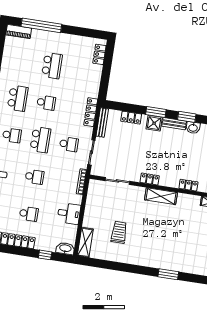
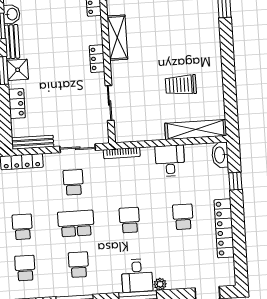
school desk: (18, 98) -> (25, 268), width x0.54
shelving: (85, 242) -> (196, 130), width x1.47

